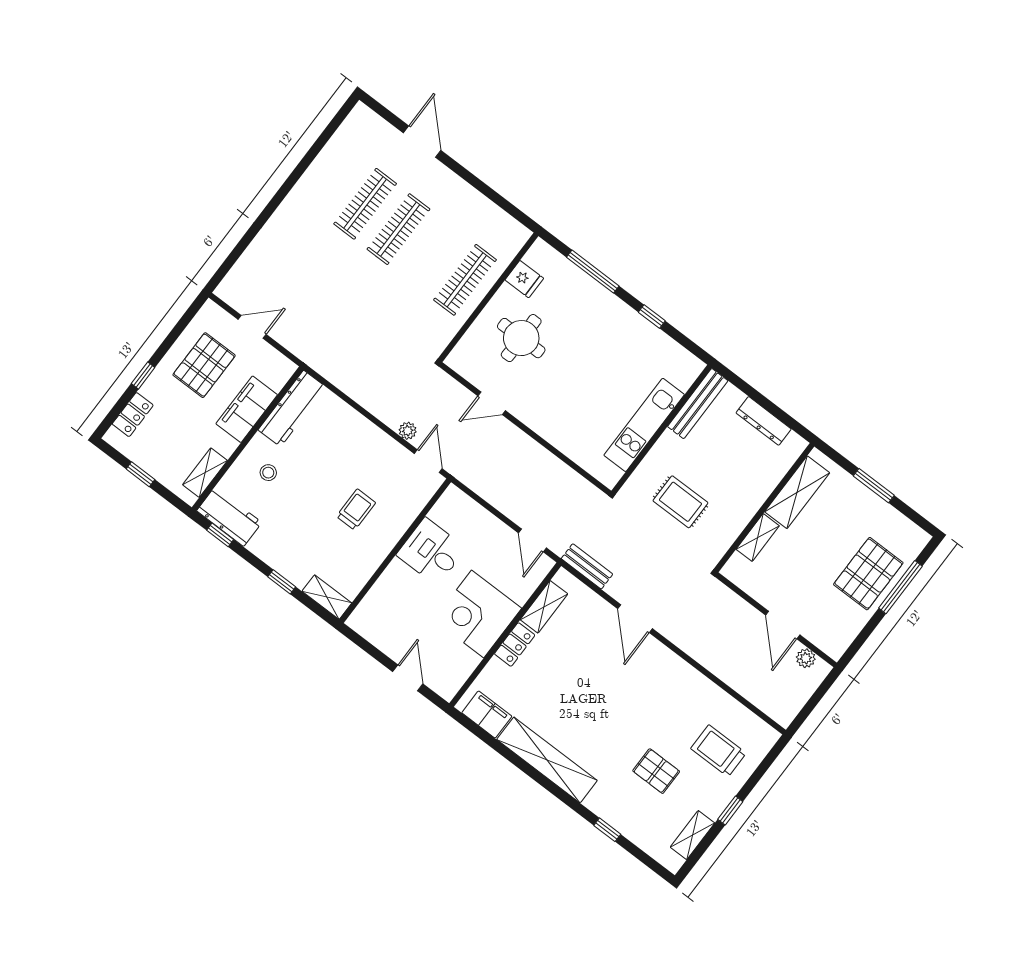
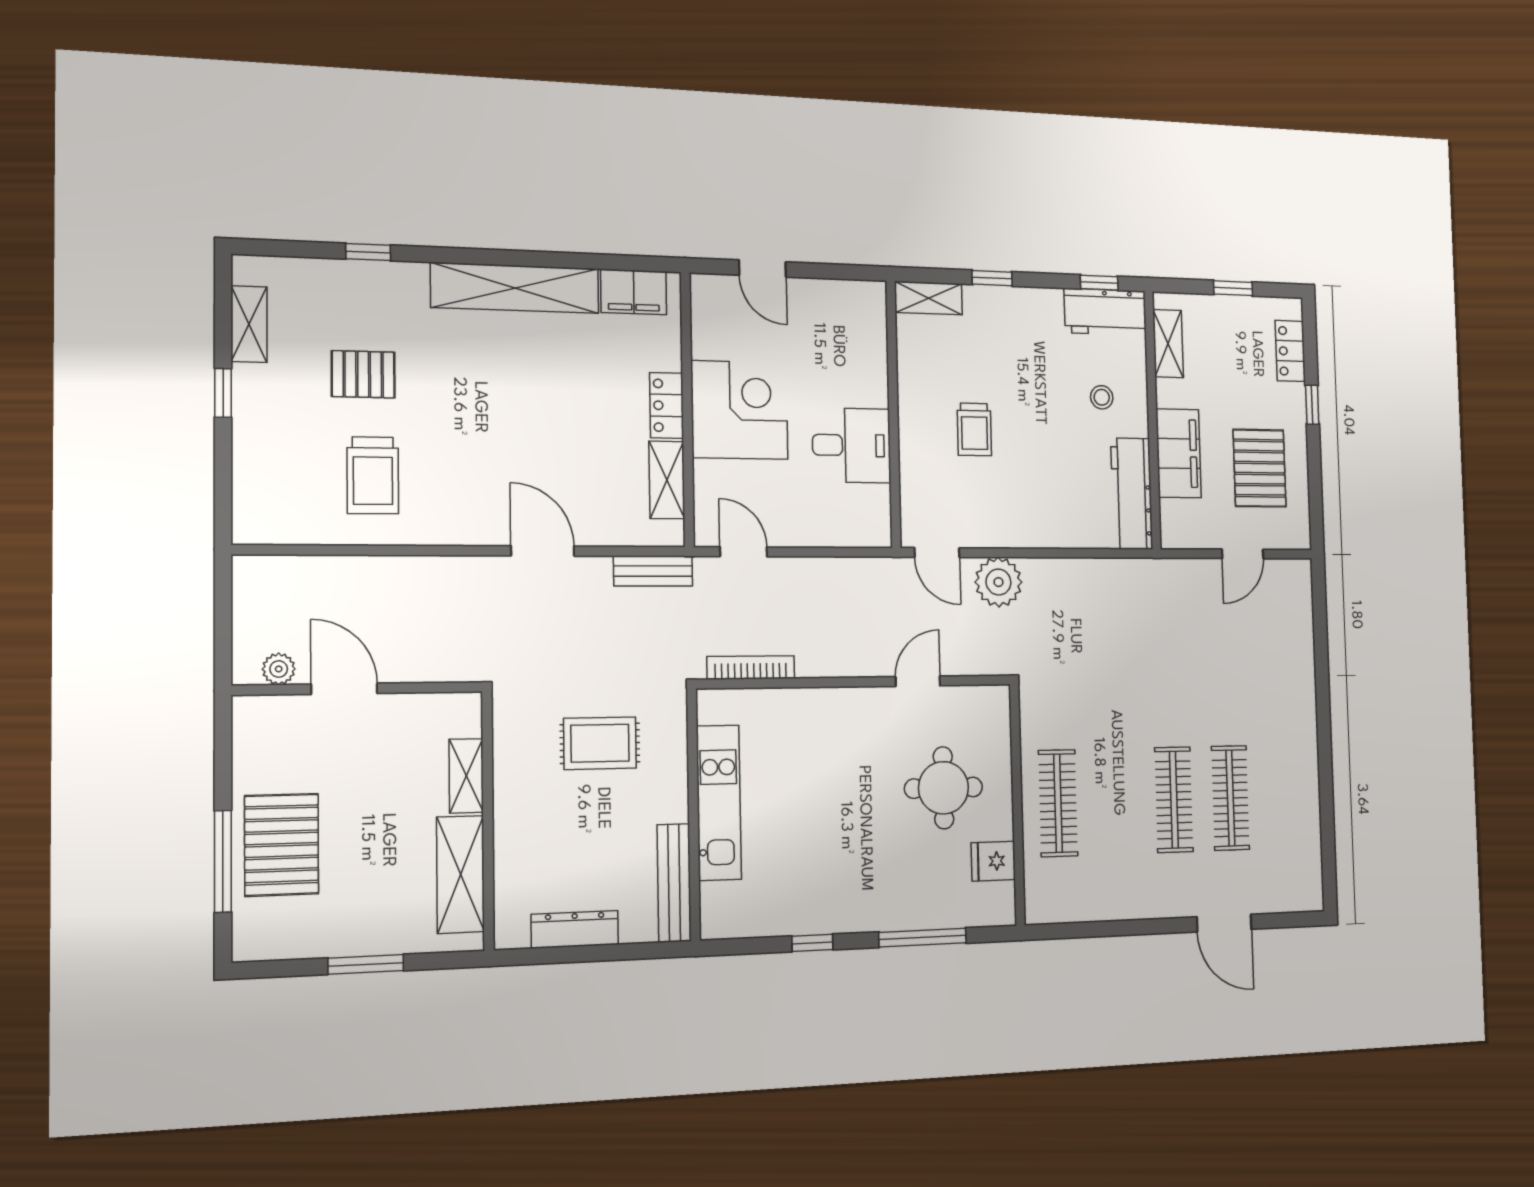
plant: (408, 431) -> (998, 582), width x1.88, depth x1.88
bookcase: (575, 479) -> (751, 668), added
trolley: (718, 751) -> (373, 475), moved, turned 90

